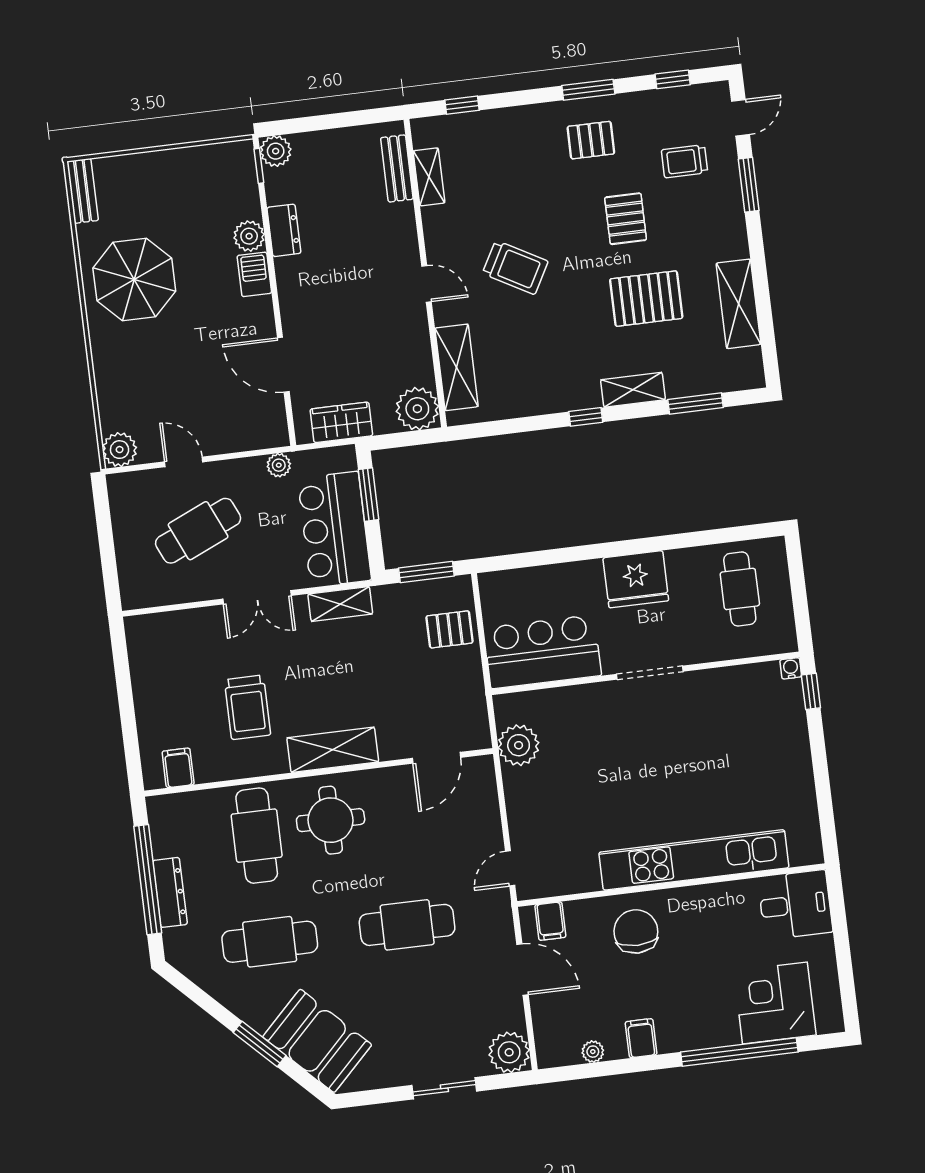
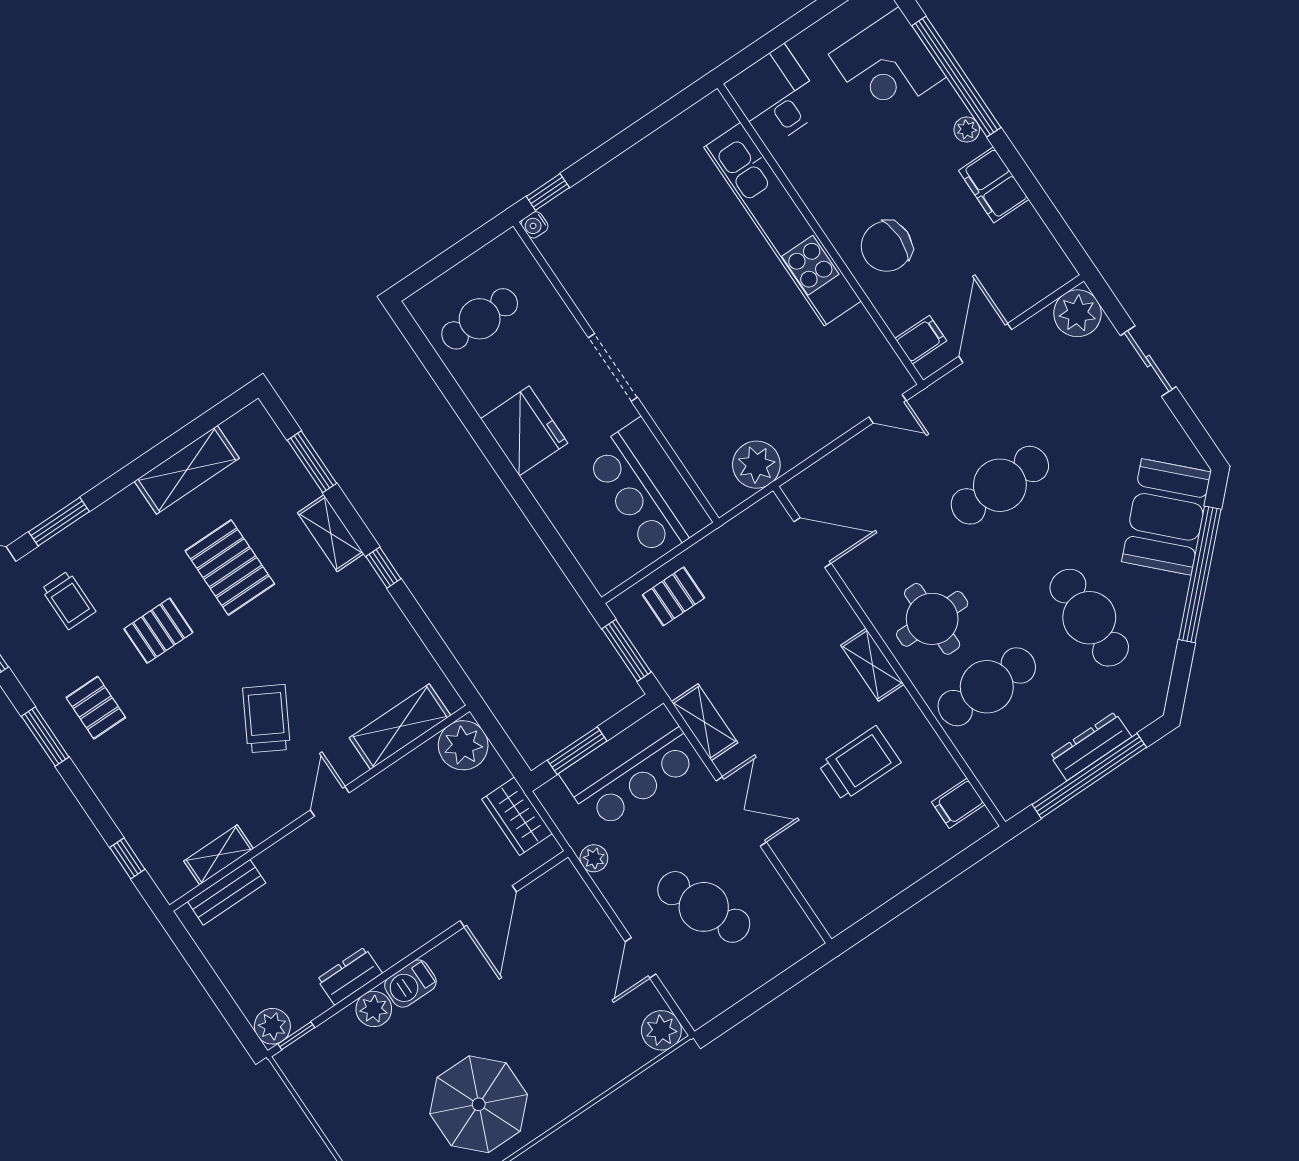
pallet: (450, 629) -> (673, 596), turned 90
shelving: (333, 750) -> (872, 665), width x0.67, depth x0.75
cafe table: (407, 925) -> (1000, 485), turned 90
filing cabinet: (641, 1038) -> (994, 185), width x2.00
window: (260, 1044) -> (1200, 574), width x2.11
plant: (593, 1052) -> (967, 130), moved

